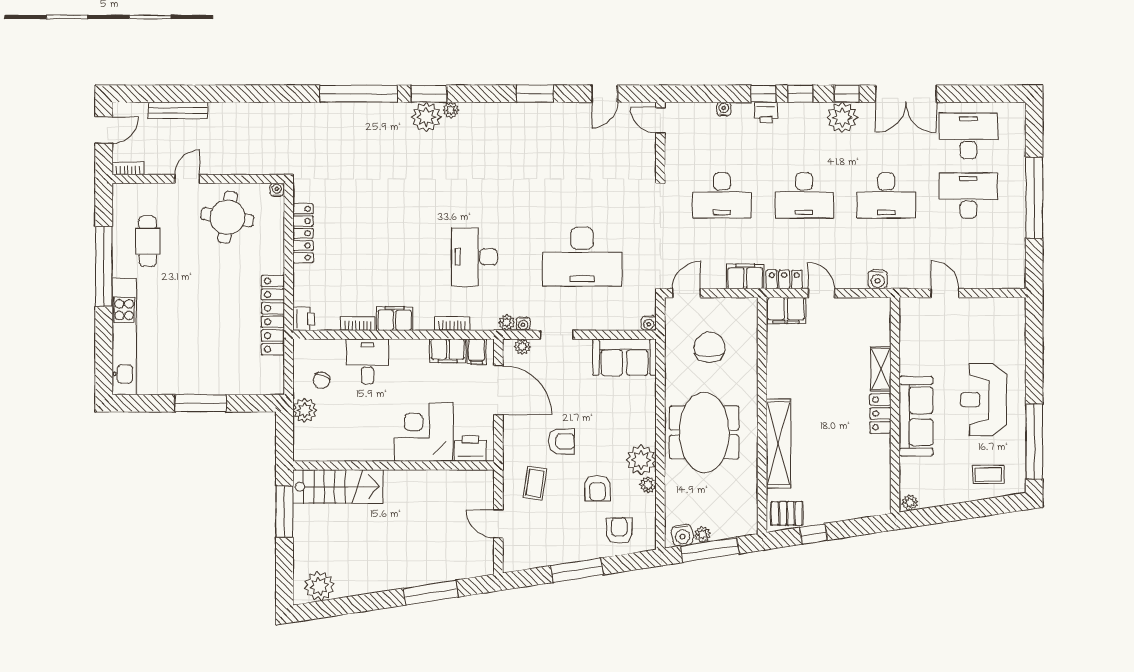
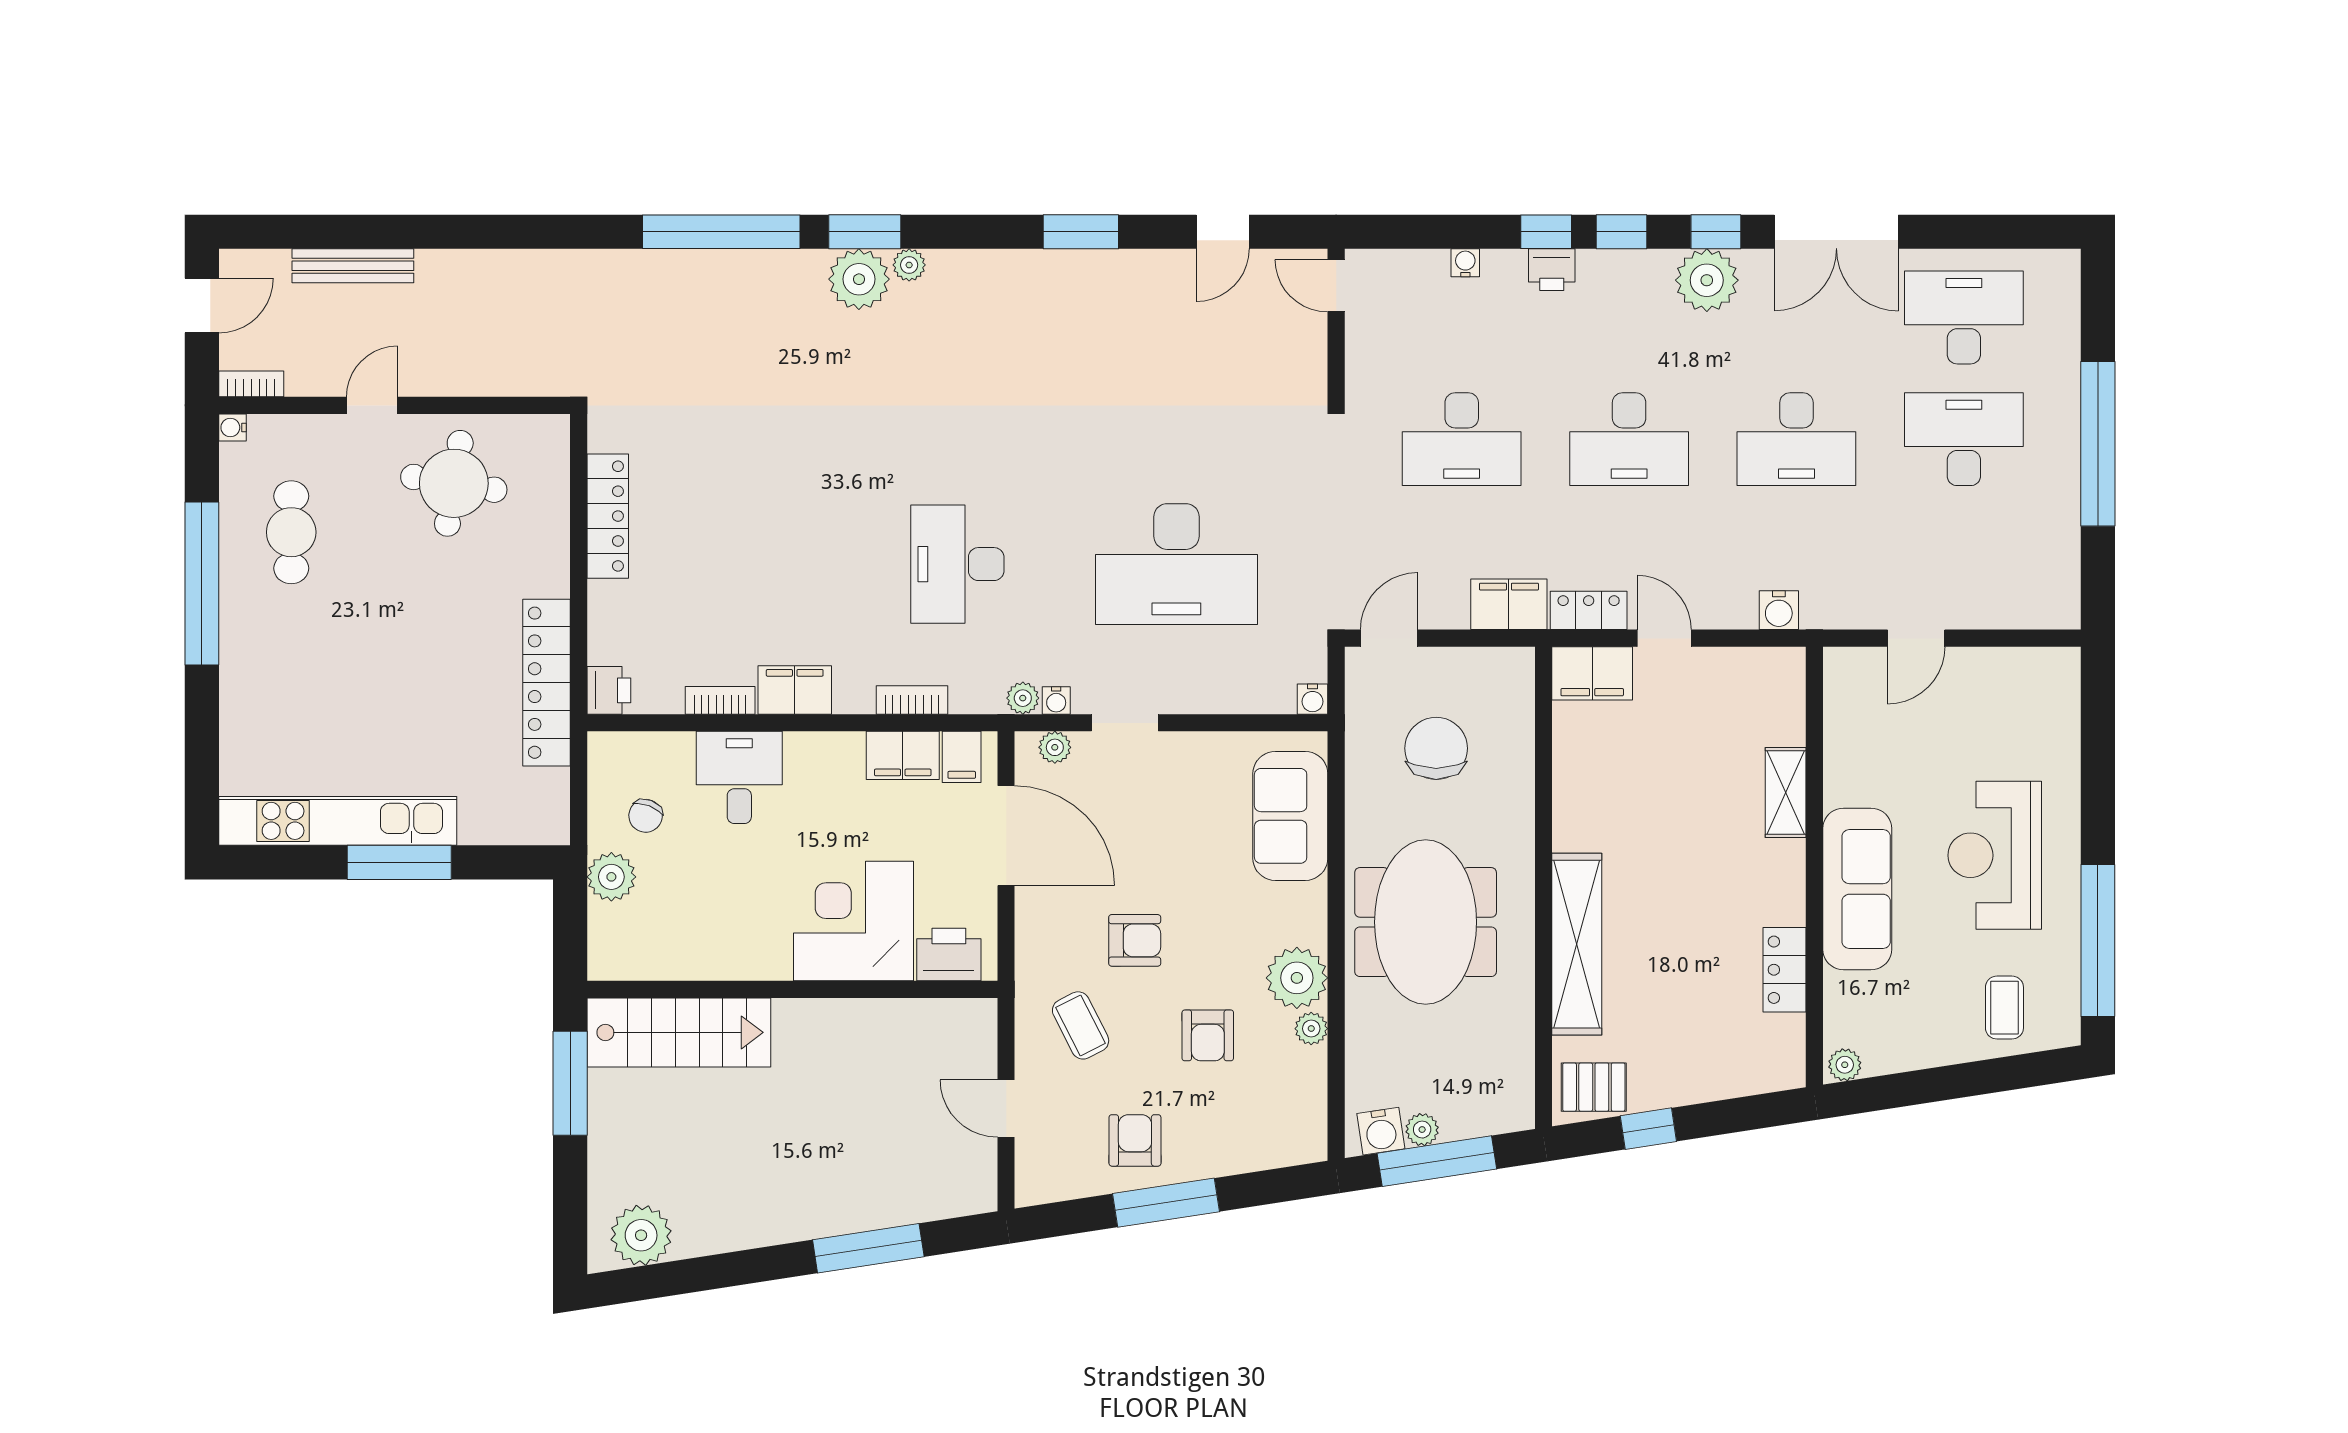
water cooler: (277, 190) -> (233, 427), moved, turned -90
door: (945, 293) -> (1916, 638), swing flipped
kitchen unit: (124, 337) -> (338, 821), moved, turned -90
sofa: (625, 357) -> (1290, 816), moved, turned 90
locker: (880, 413) -> (1785, 970), moved
coffee table: (988, 474) -> (2004, 1008), turned 90
coffee table: (535, 483) -> (1081, 1025), turned -36
armchair: (619, 530) -> (1135, 1140), moved

